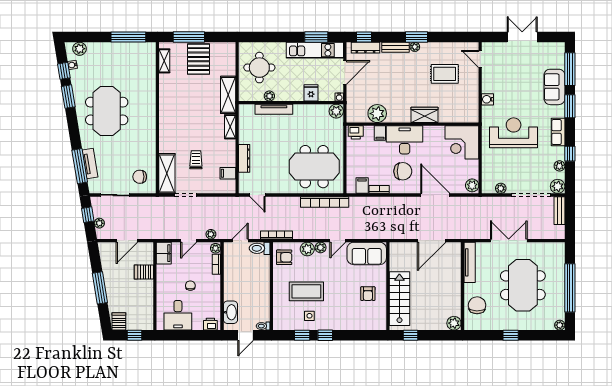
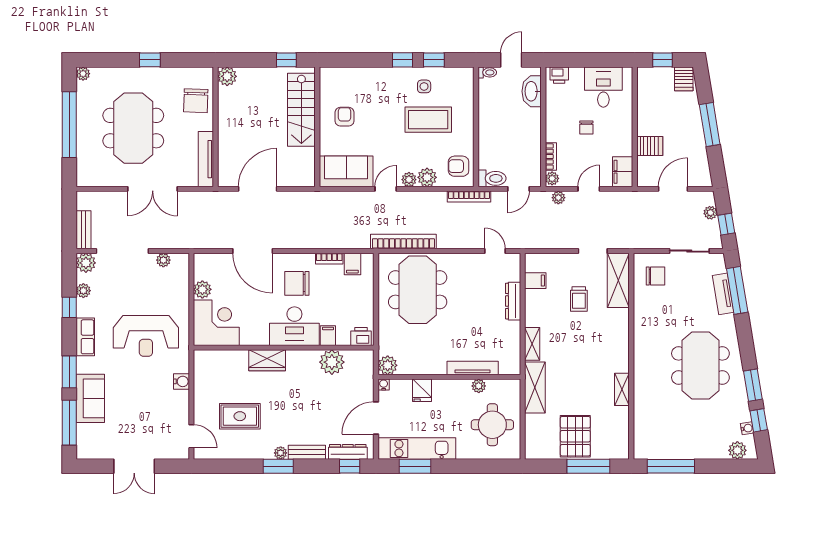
shelving: (164, 61) -> (622, 389), moved
meeting table: (314, 167) -> (418, 290), turned 90
plant: (472, 185) -> (202, 289), moved

